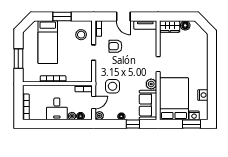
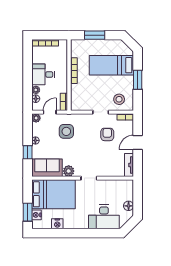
wardrobe: (170, 26) -> (127, 190), removed
desk: (196, 49) -> (104, 217), added
door: (94, 103) -> (50, 112), swing flipped

